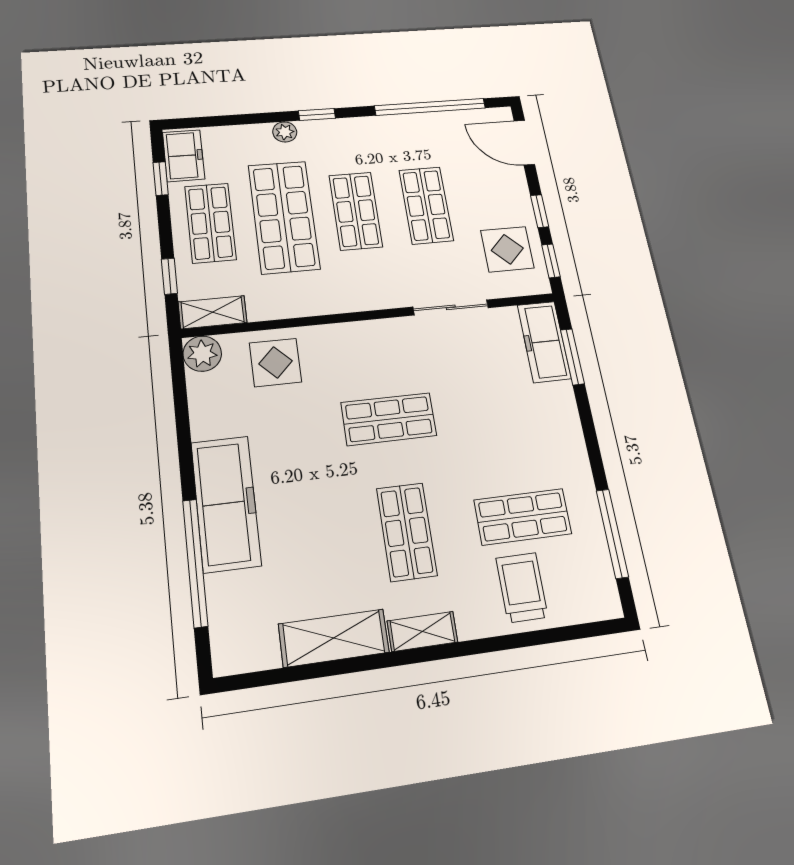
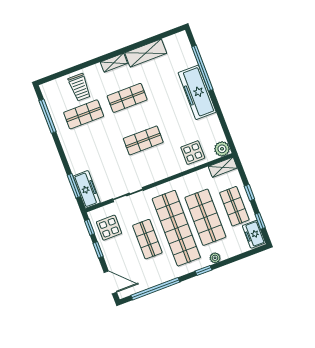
shop shelf: (356, 211) -> (176, 228), width x2.00, depth x1.36
window: (169, 276) -> (249, 193), moved
shop shelf: (407, 532) -> (127, 98), turned 90

